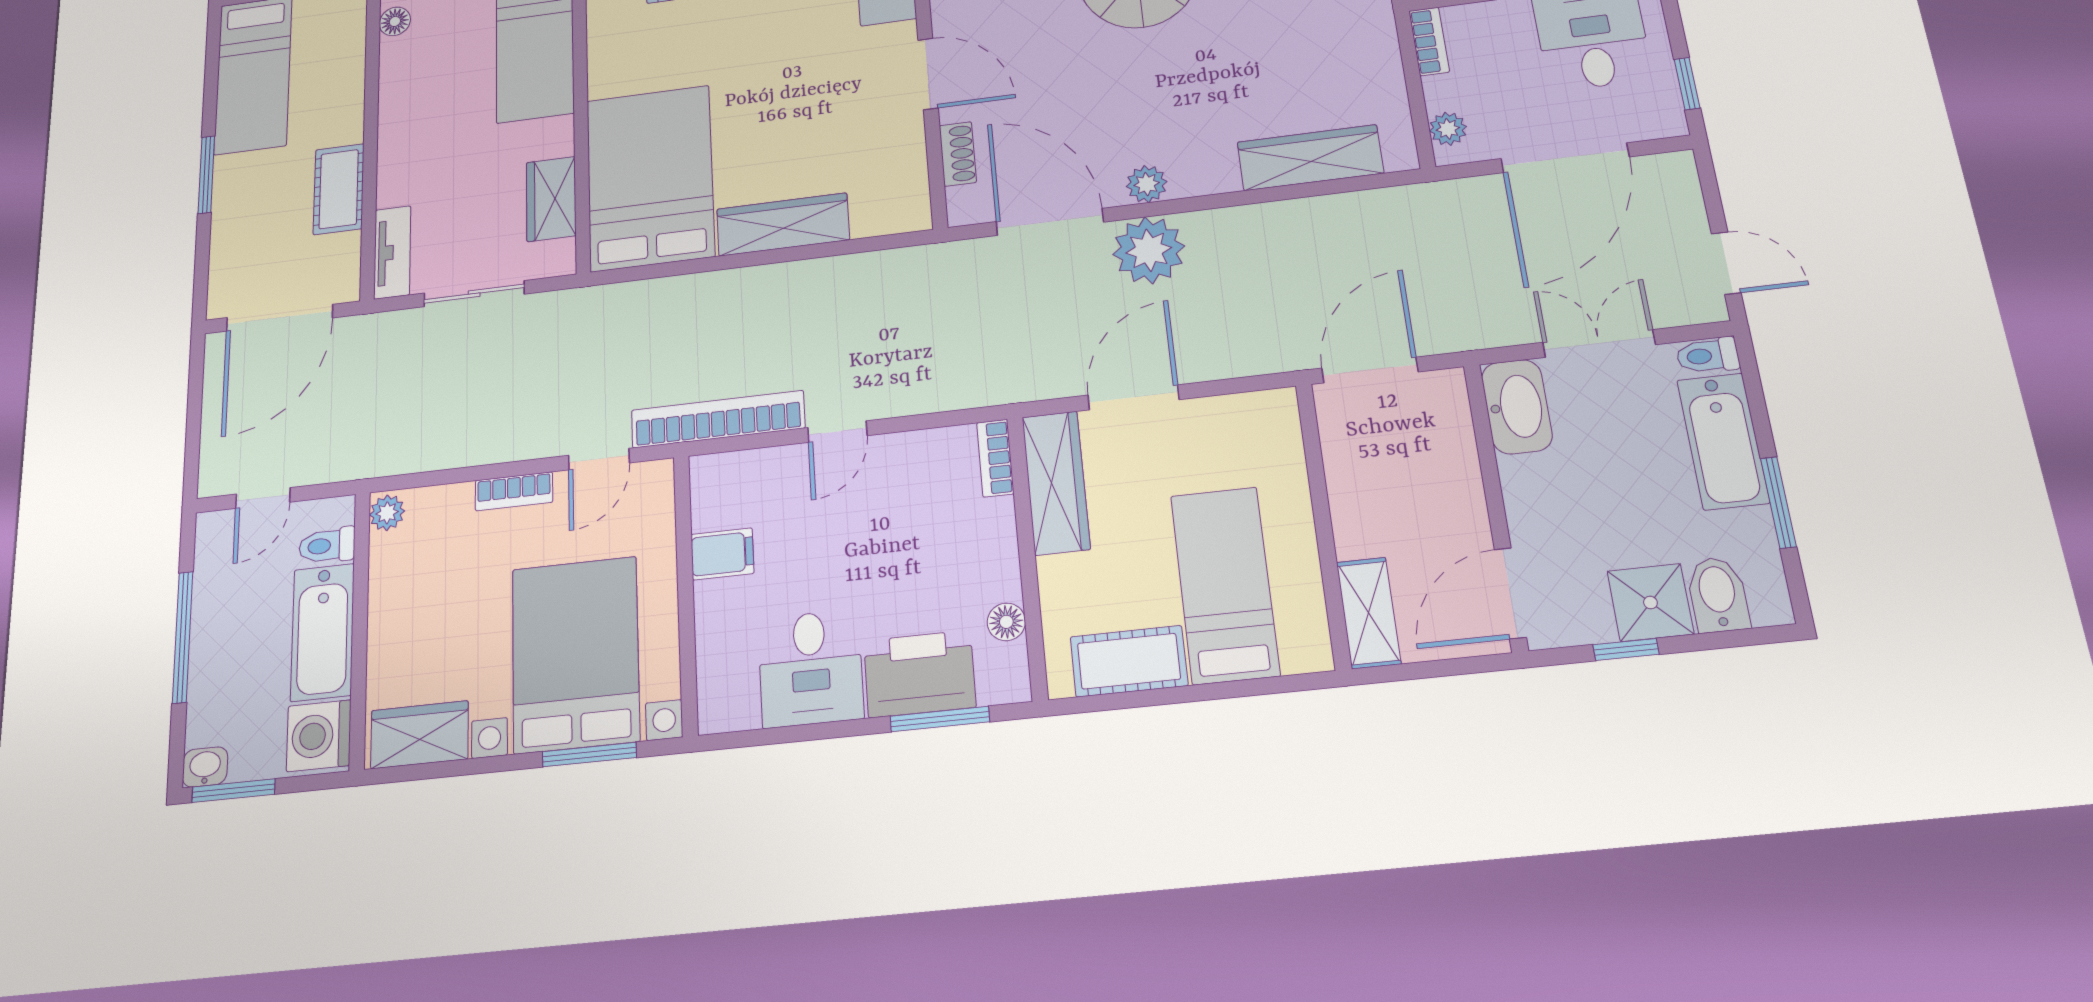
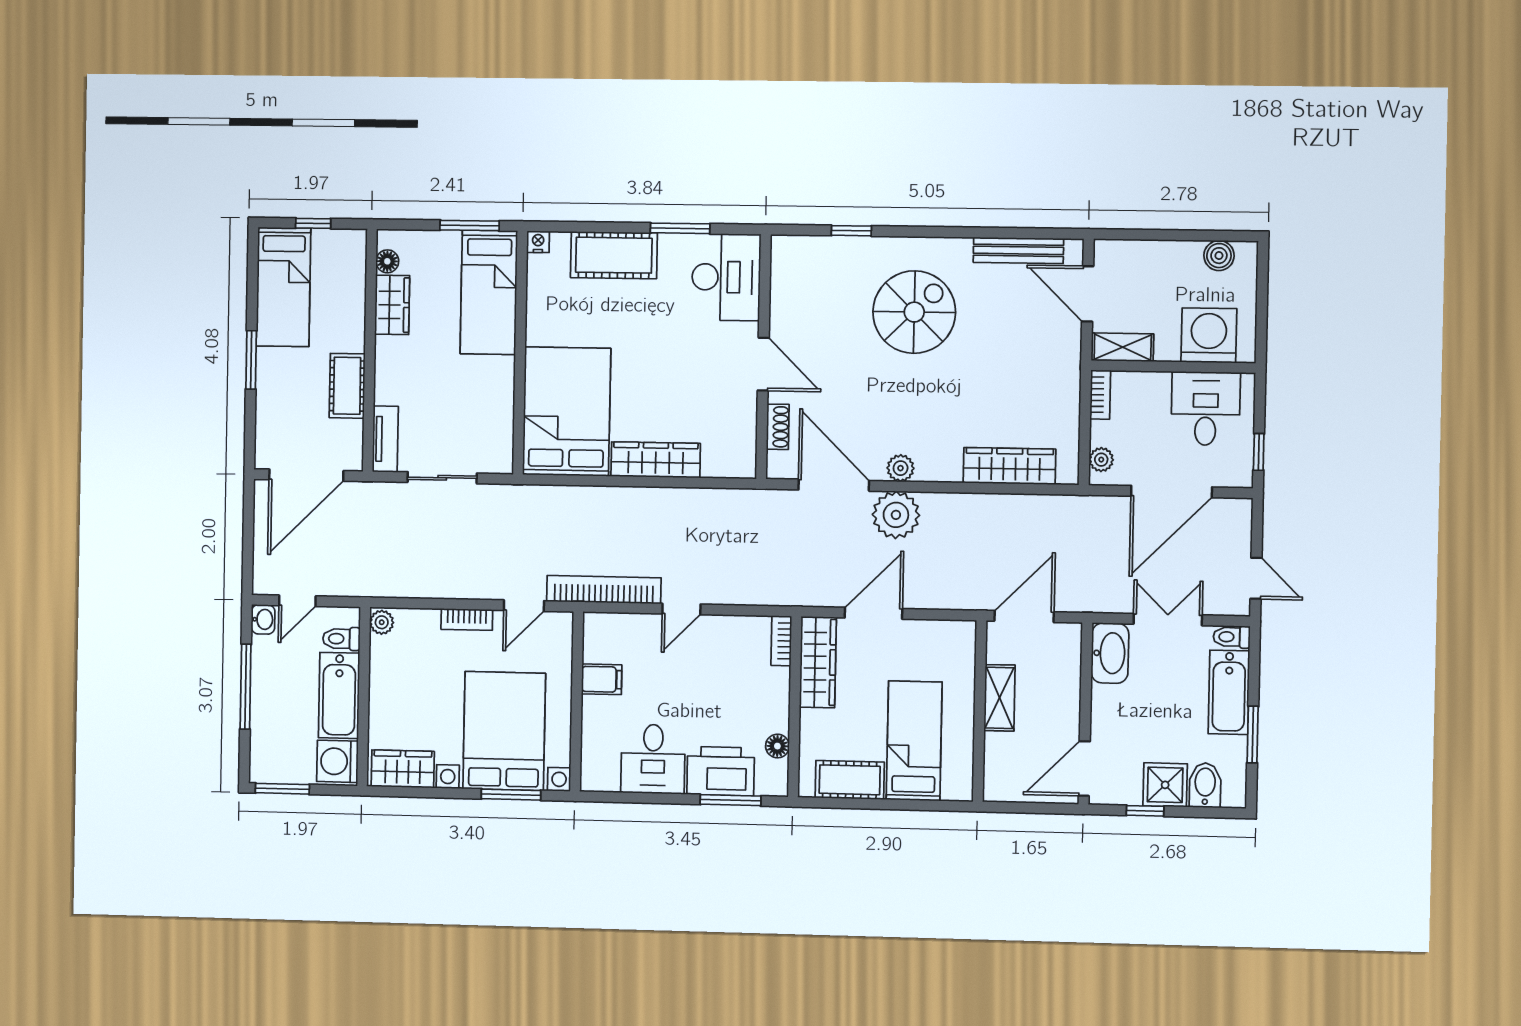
wardrobe: (551, 199) -> (392, 305), moved, turned 180
shelving: (1369, 613) -> (1000, 698), moved
washbasin: (205, 767) -> (263, 619), moved, turned 90

